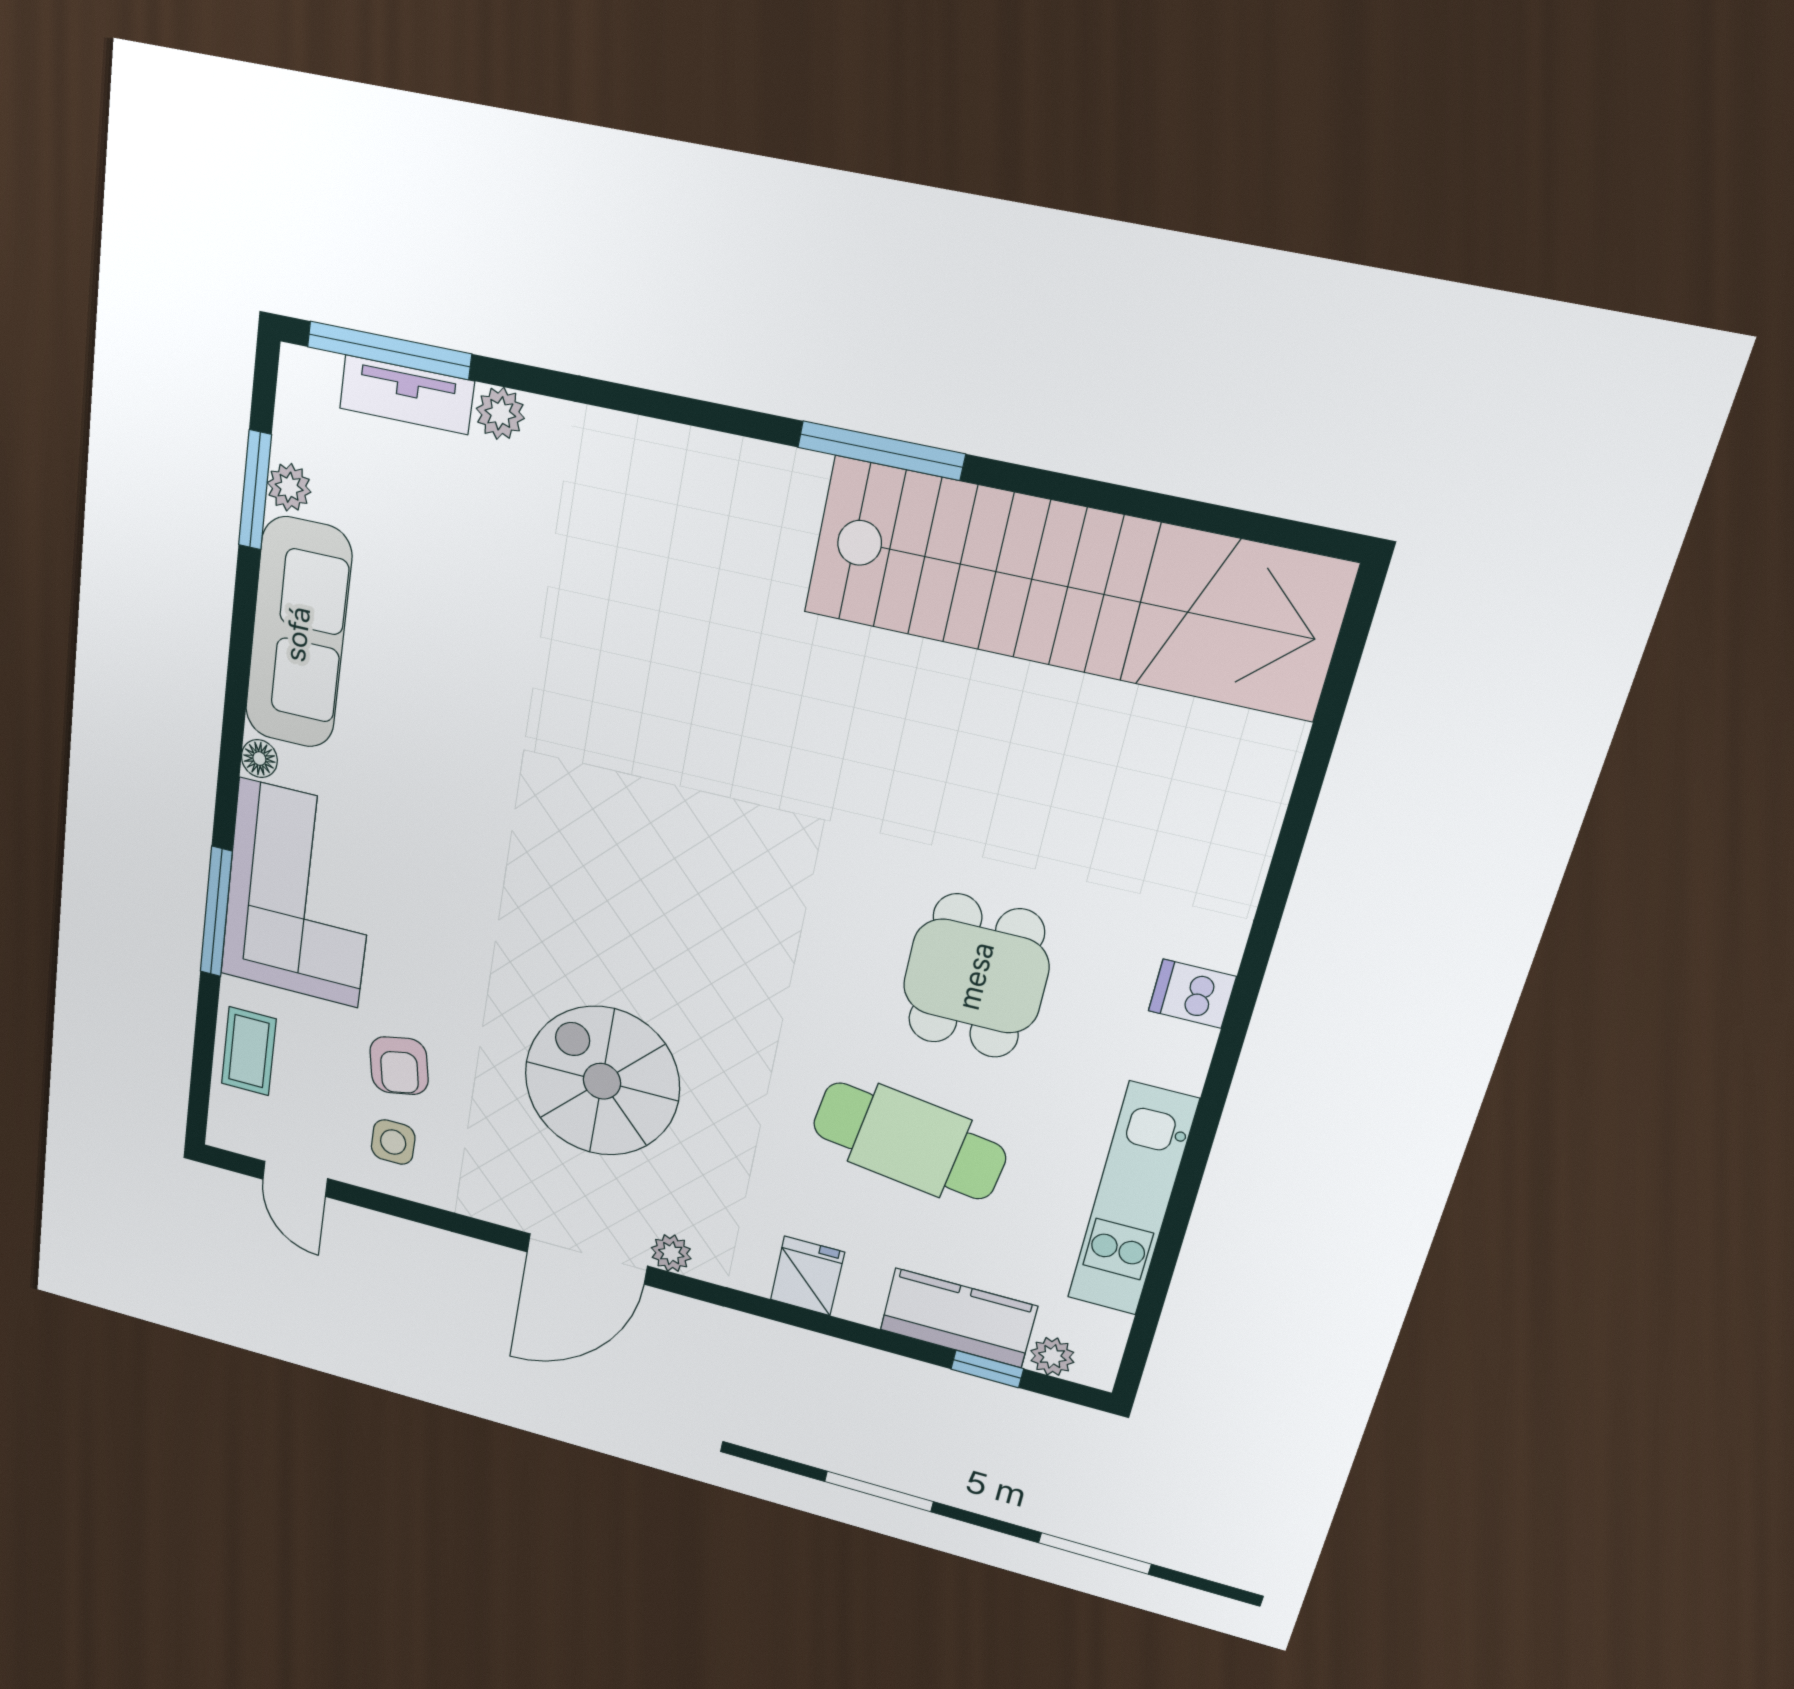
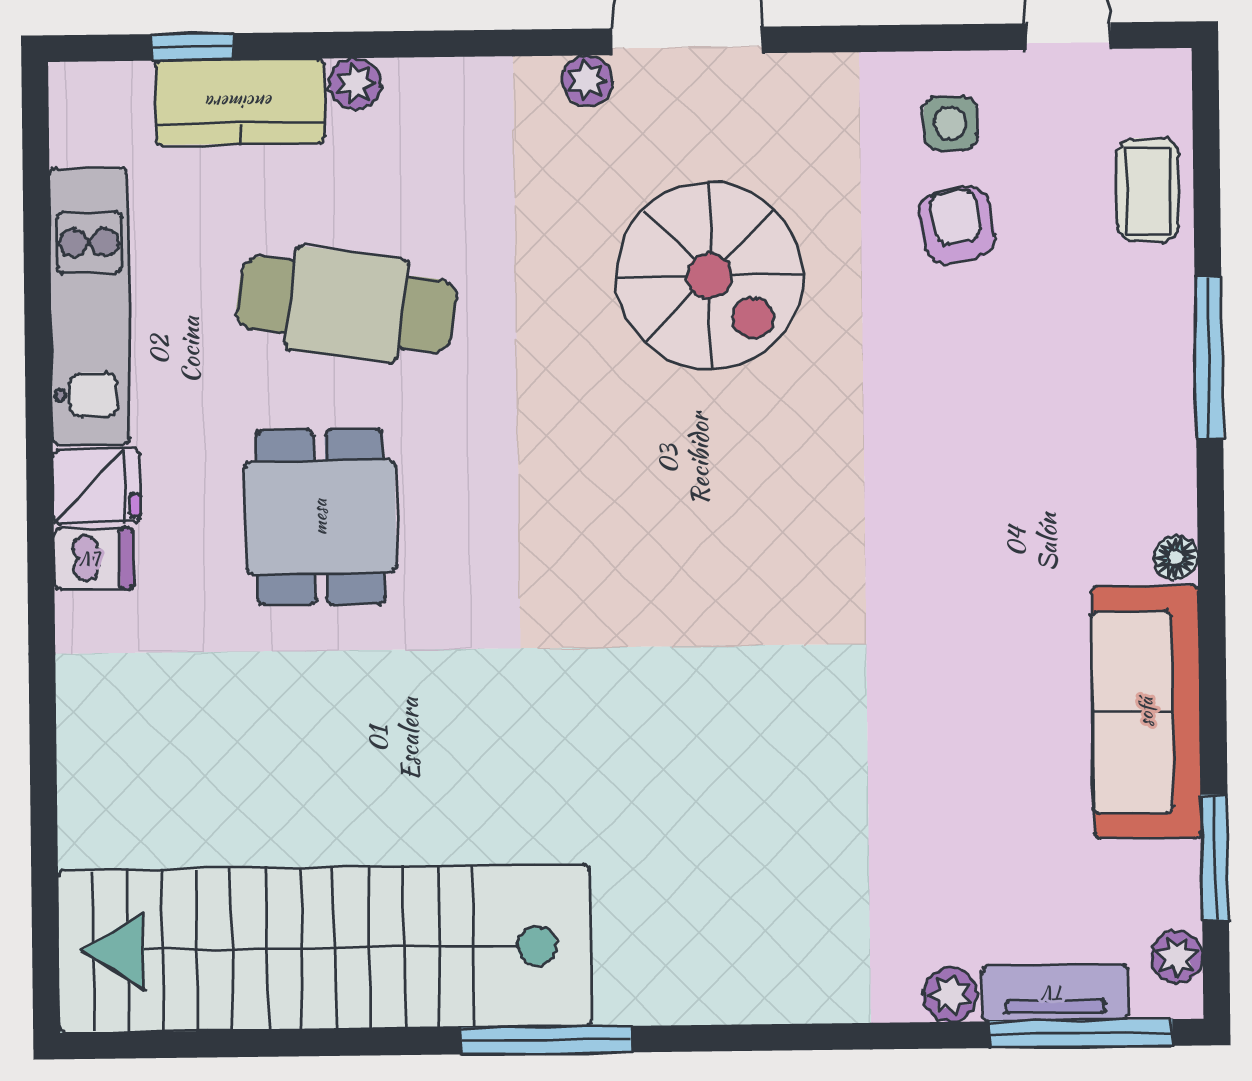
plant: (289, 487) -> (1177, 957), moved
corner sofa: (299, 894) -> (1108, 407), removed
fridge: (807, 1276) -> (97, 486), moved, turned -90
plant: (1052, 1357) -> (355, 84), moved

